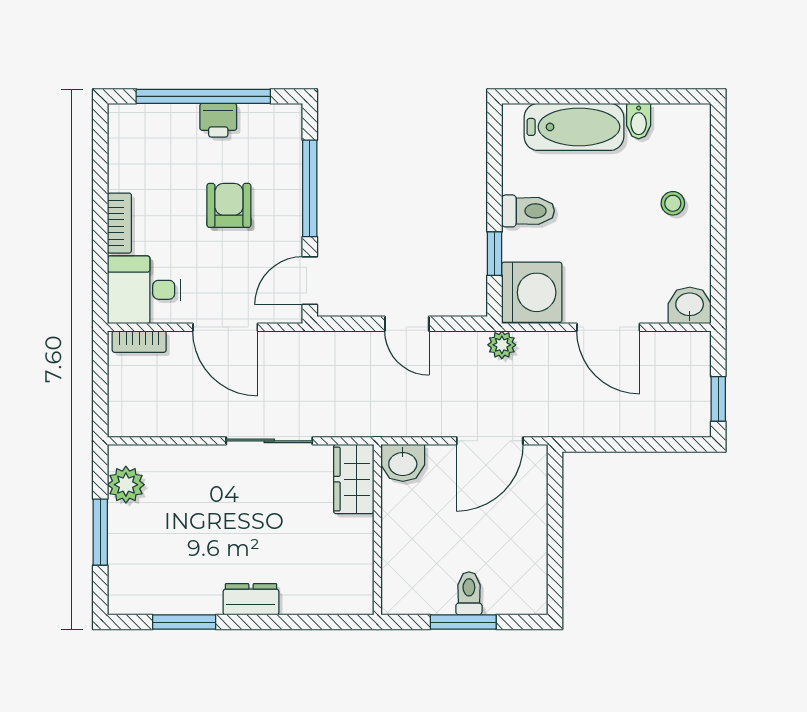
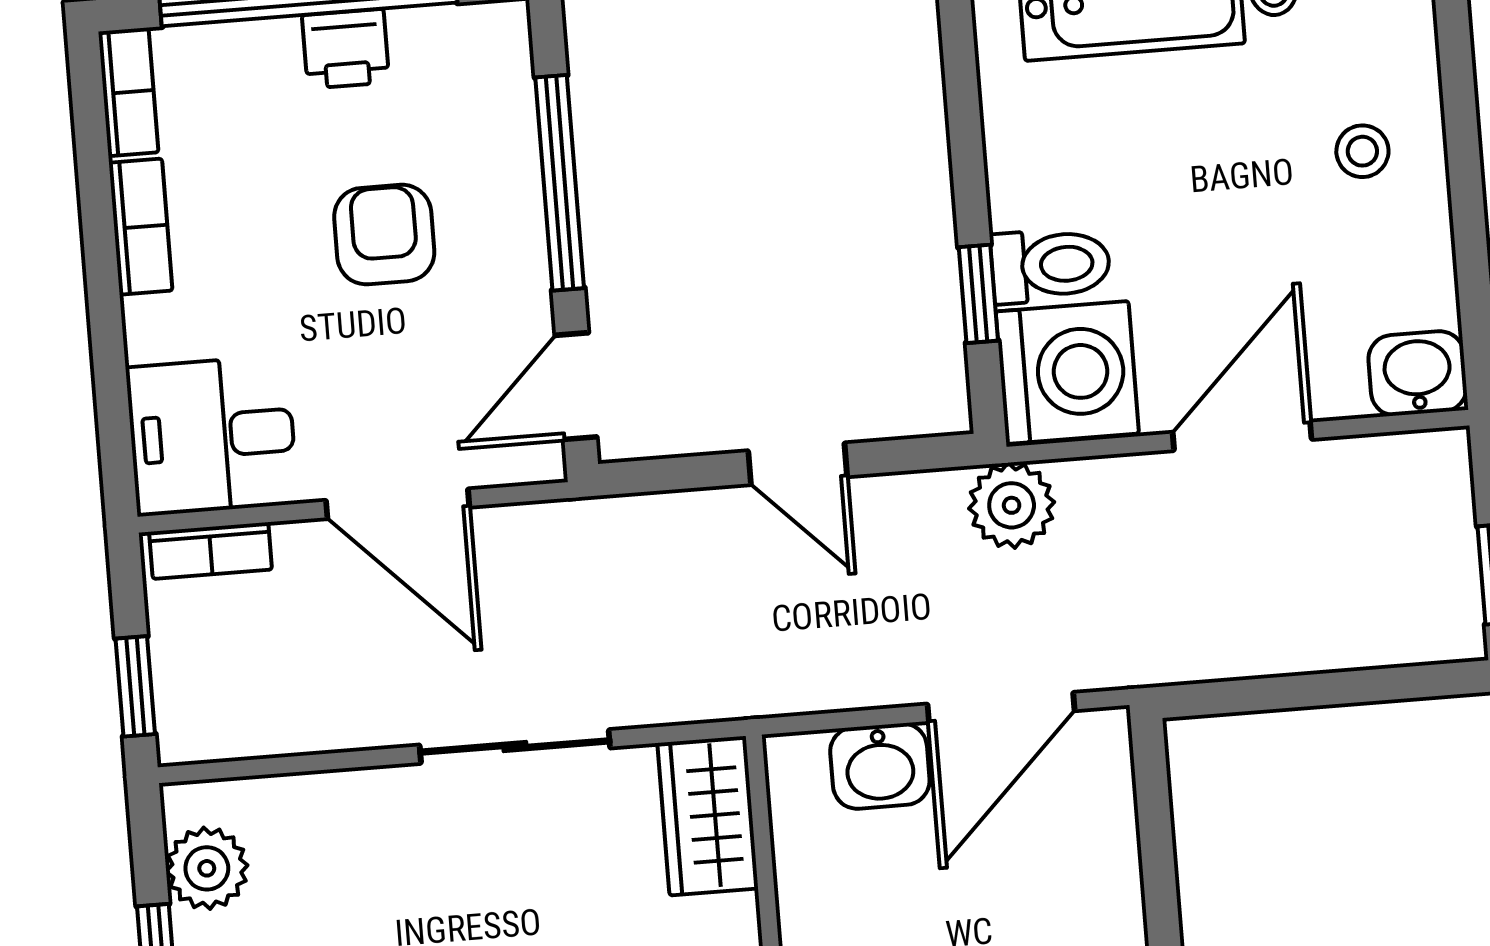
bookcase: (119, 132) -> (128, 92), added
toilet: (528, 211) -> (1050, 265), moved
bookcase: (119, 223) -> (141, 227), moved
door: (608, 327) -> (1242, 436), swing flipped
plant: (502, 345) -> (1012, 505), width x1.38, depth x1.38
window: (100, 400) -> (135, 686), added
washbasin: (403, 463) -> (880, 766), moved

